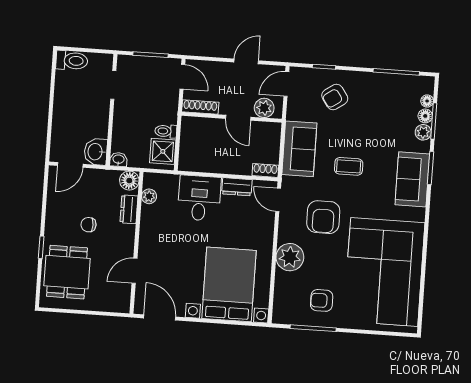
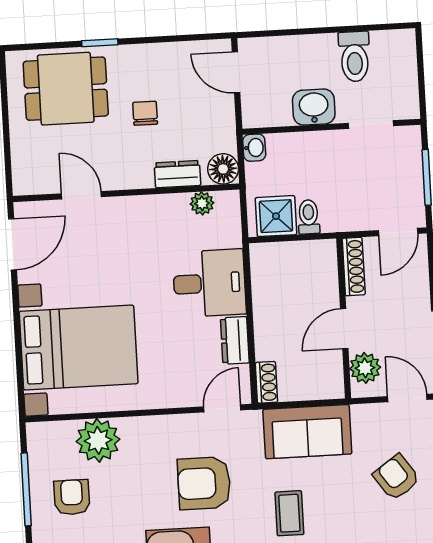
toilet: (72, 61) -> (355, 57), moved
washbasin: (96, 152) -> (314, 107), moved
plant: (290, 257) -> (98, 440), moved

